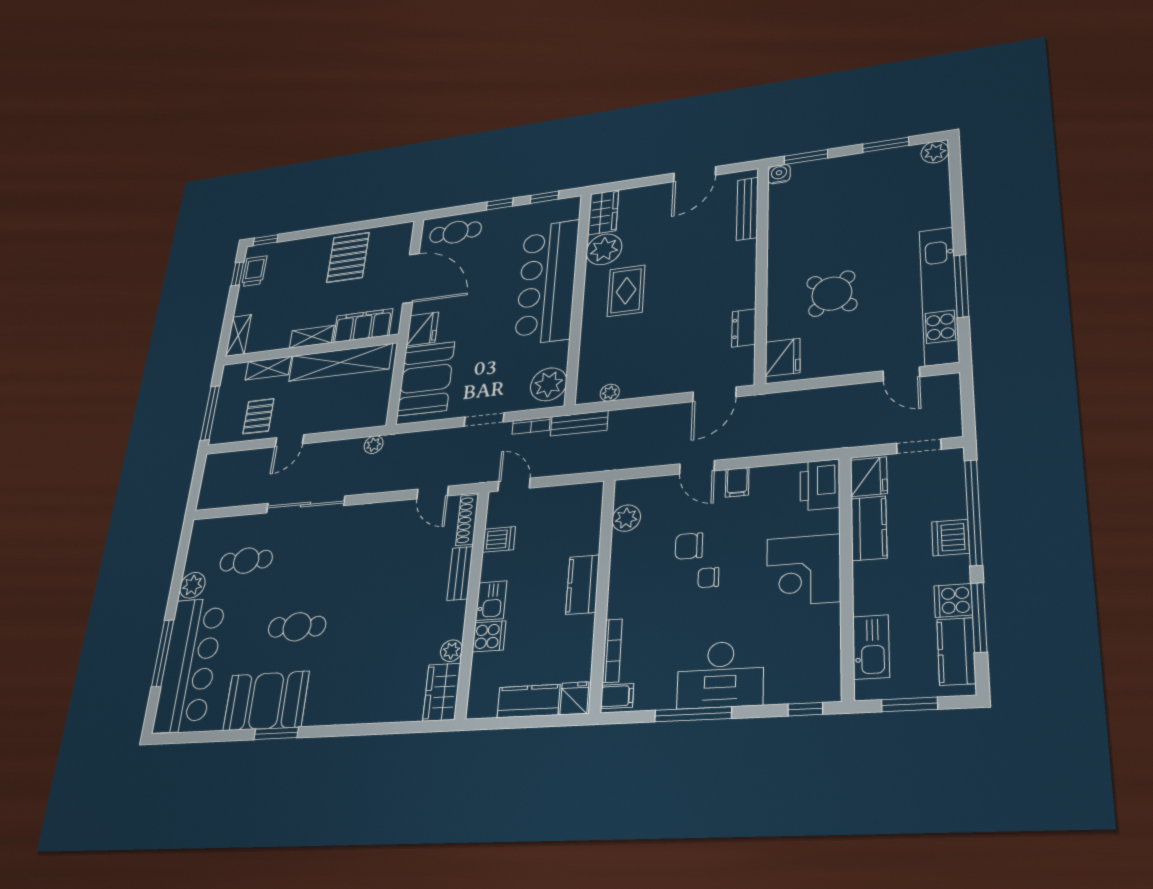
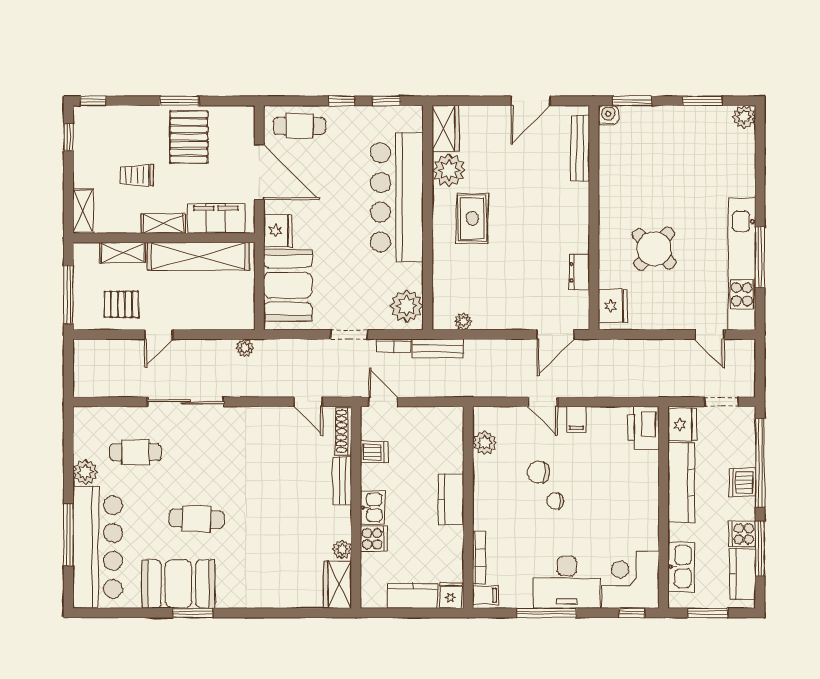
window: (344, 228) -> (179, 101), added
trolley: (254, 271) -> (137, 175), moved, turned -90
pallet: (258, 416) -> (121, 304), turned 90
kitchen counter: (869, 528) -> (681, 483), width x1.50
corner desk: (803, 570) -> (630, 580), moved, turned 90

